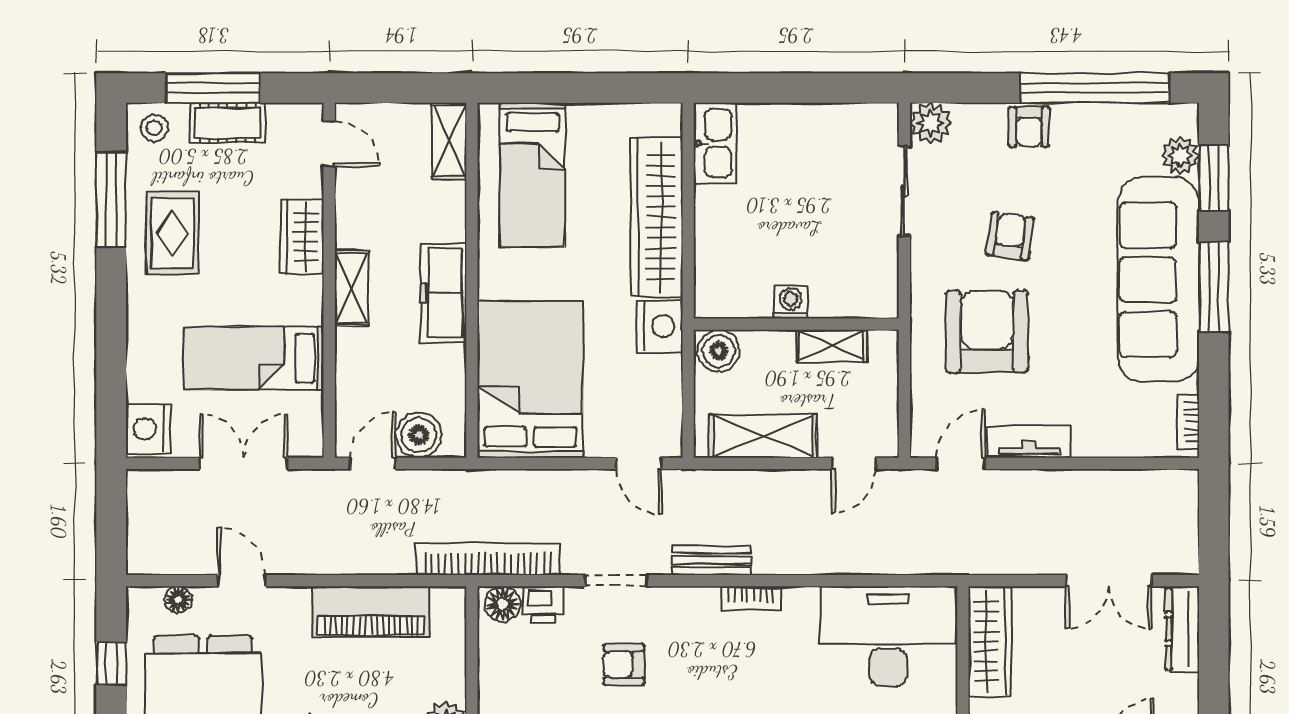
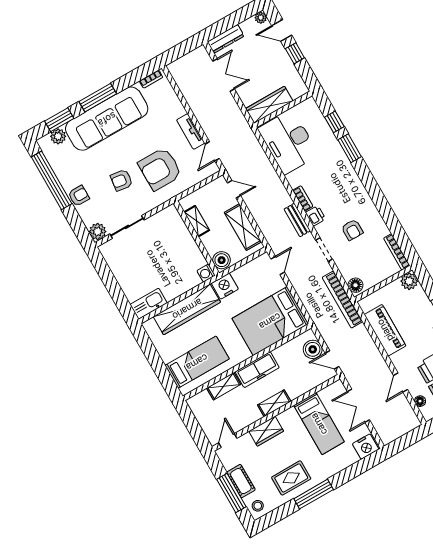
shelving: (449, 141) -> (224, 386), moved
window: (111, 200) -> (314, 494), moved
washing machine: (791, 302) -> (206, 273), moved
door: (961, 463) -> (212, 151), hinge flipped
printer: (543, 604) -> (316, 216), moved

